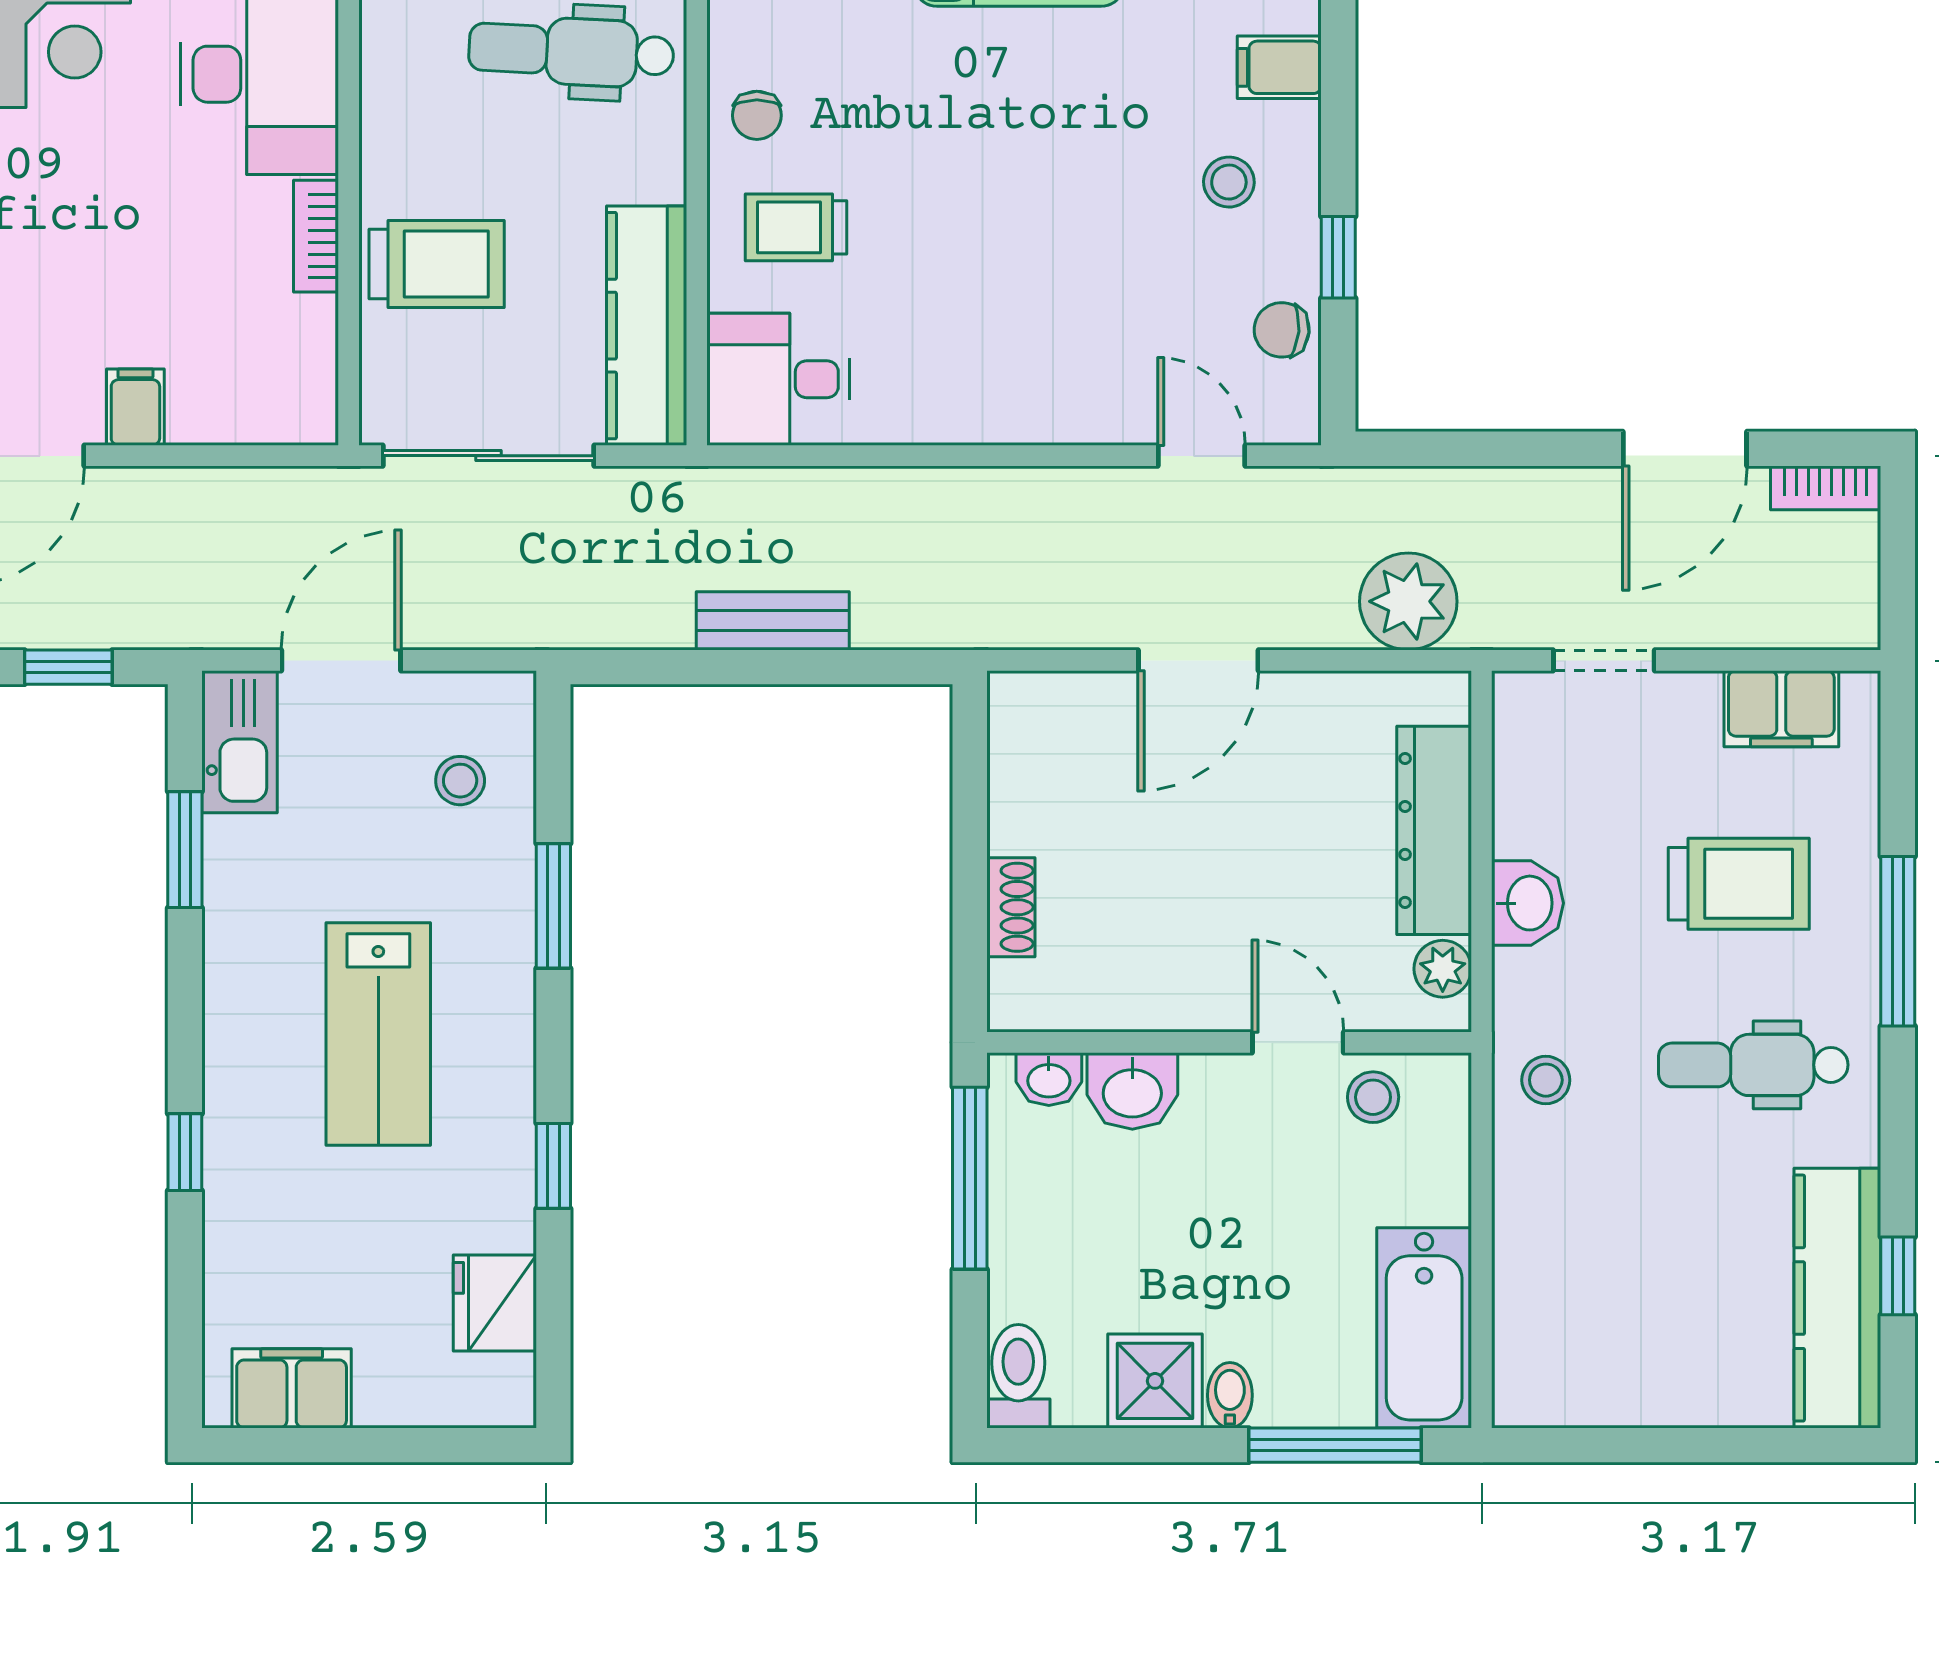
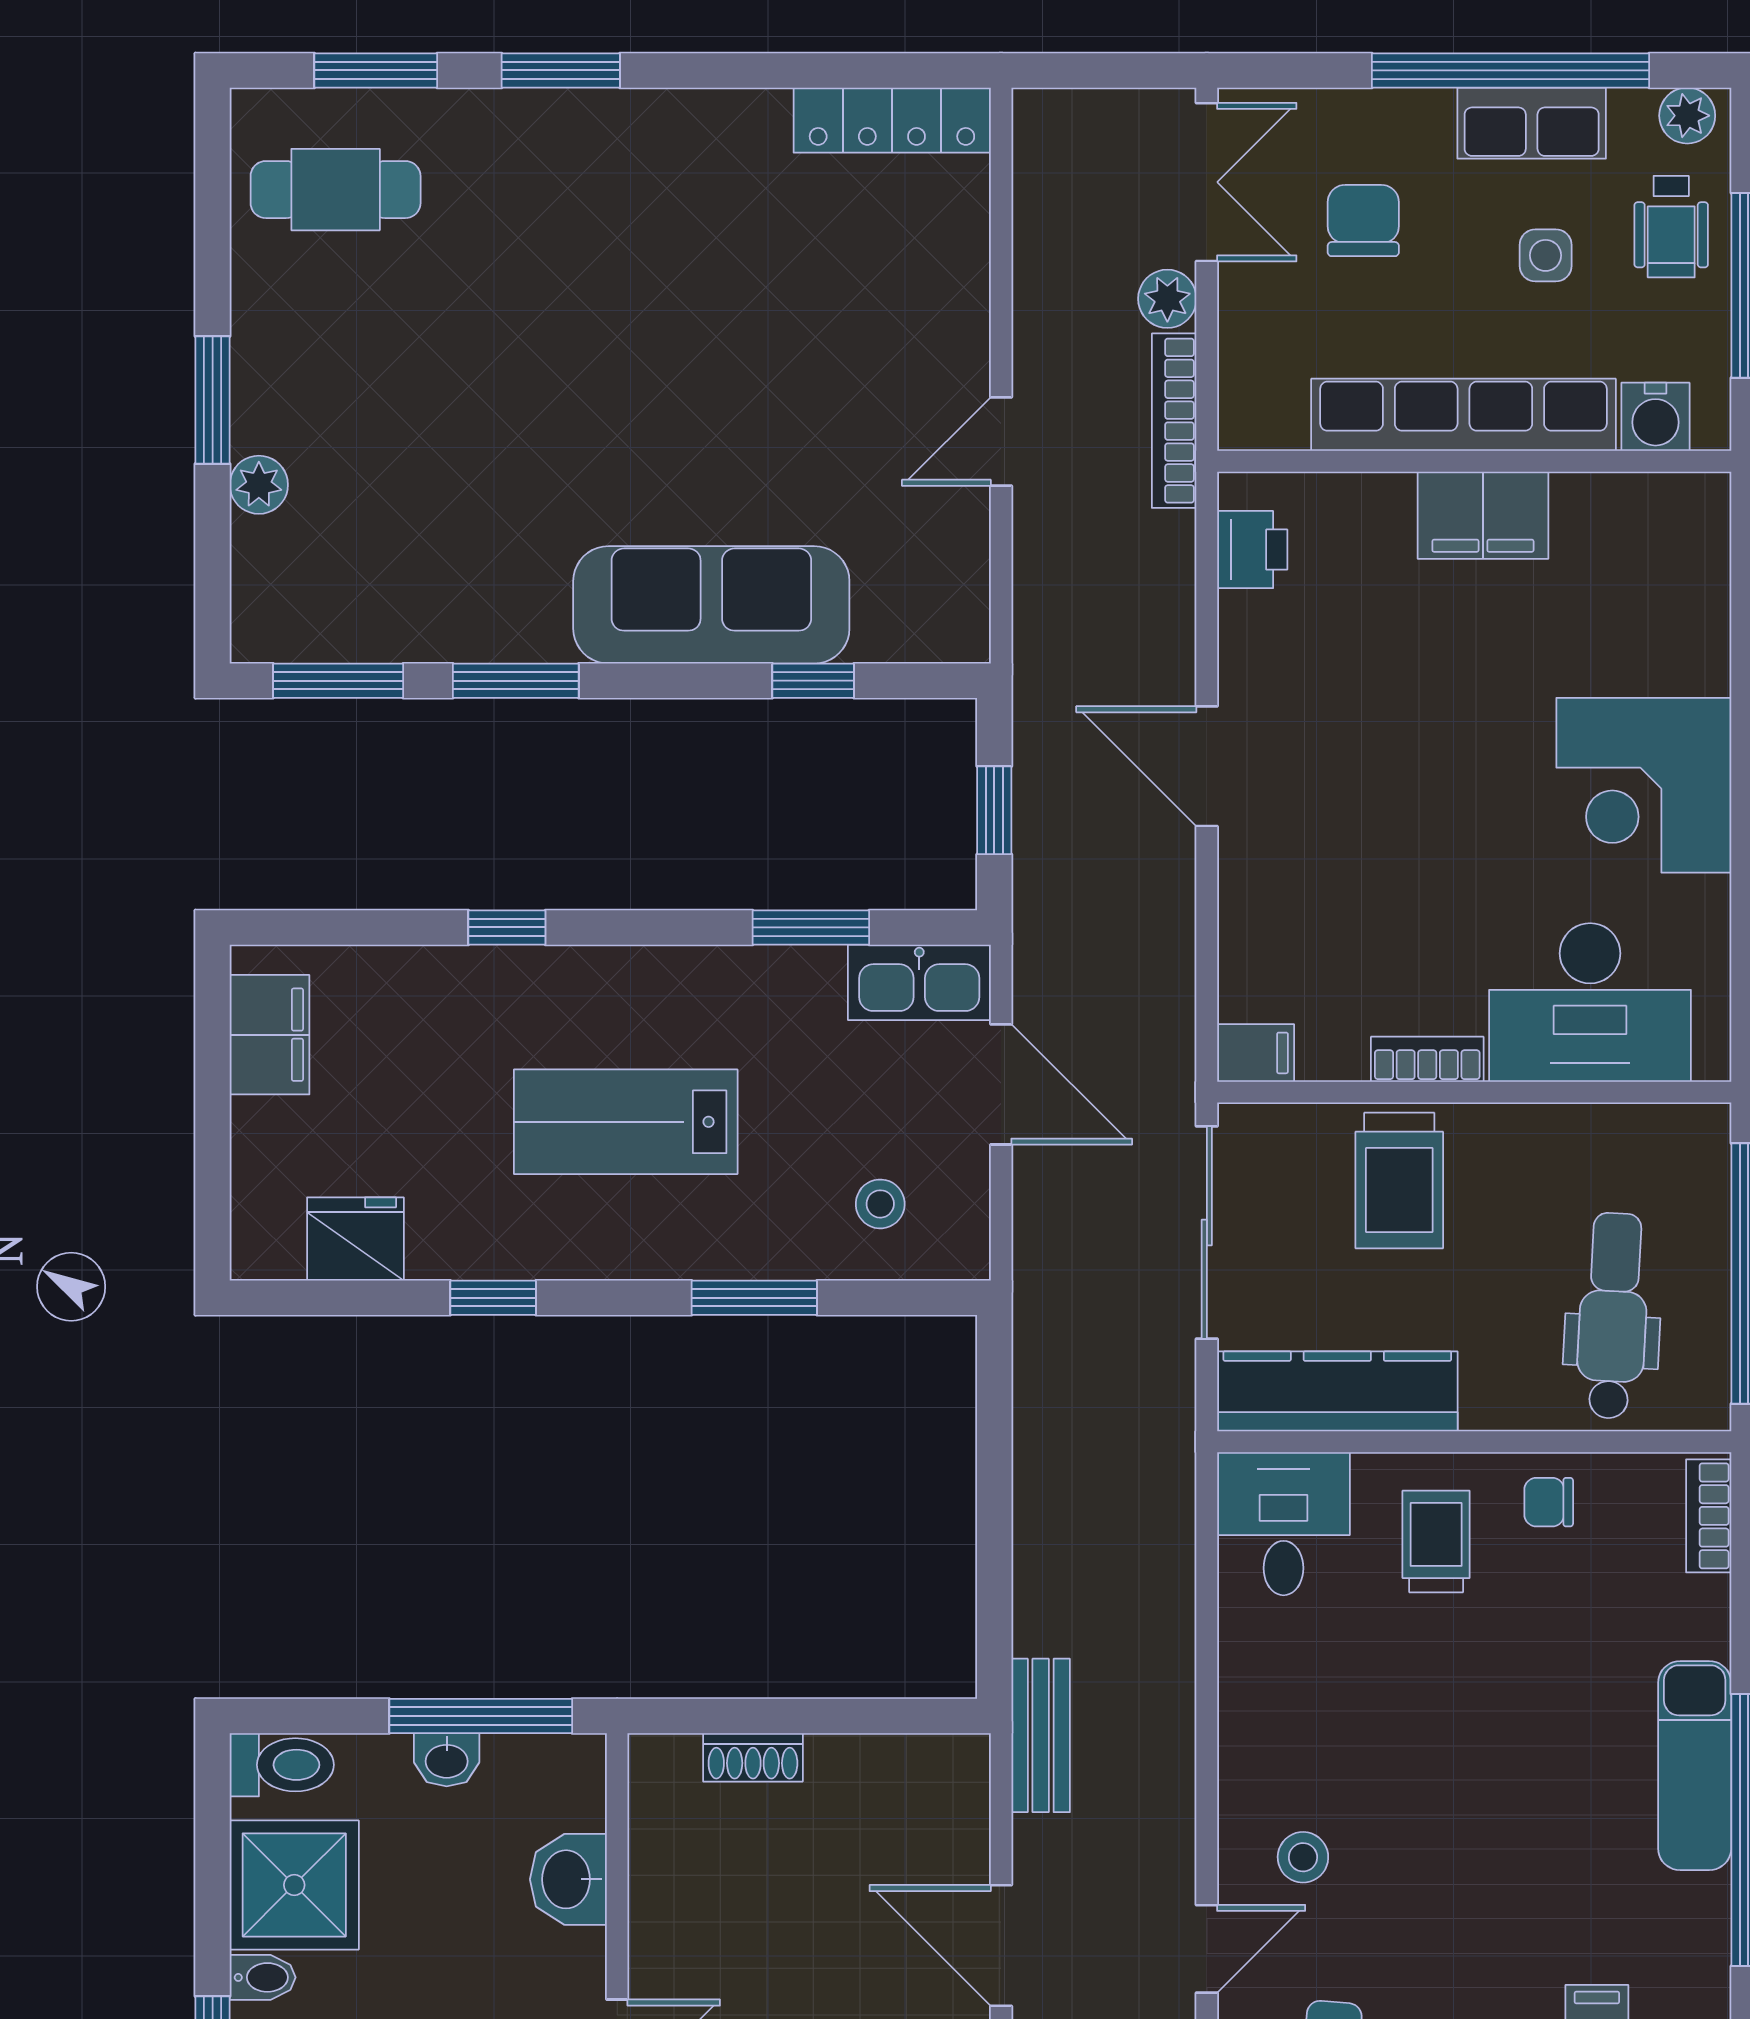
stool: (1229, 182) -> (1303, 1857), moved
filing cabinet: (135, 407) -> (1256, 1053), moved
bench: (773, 621) -> (1041, 1735), moved
washbasin: (1049, 1079) -> (447, 1760), moved, turned -90
shower: (1155, 1381) -> (294, 1885), width x1.36, depth x1.36

